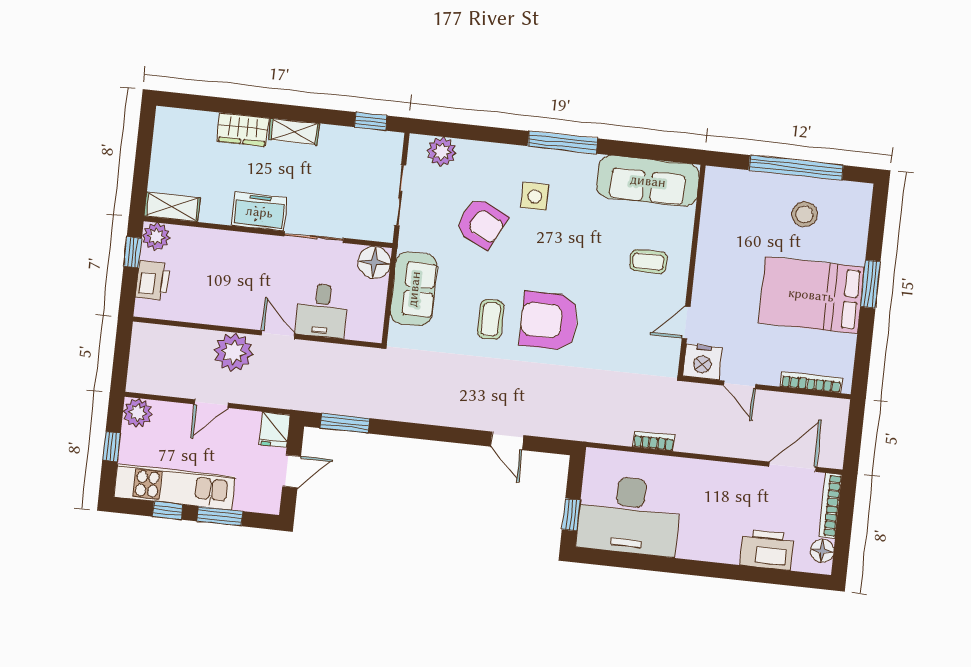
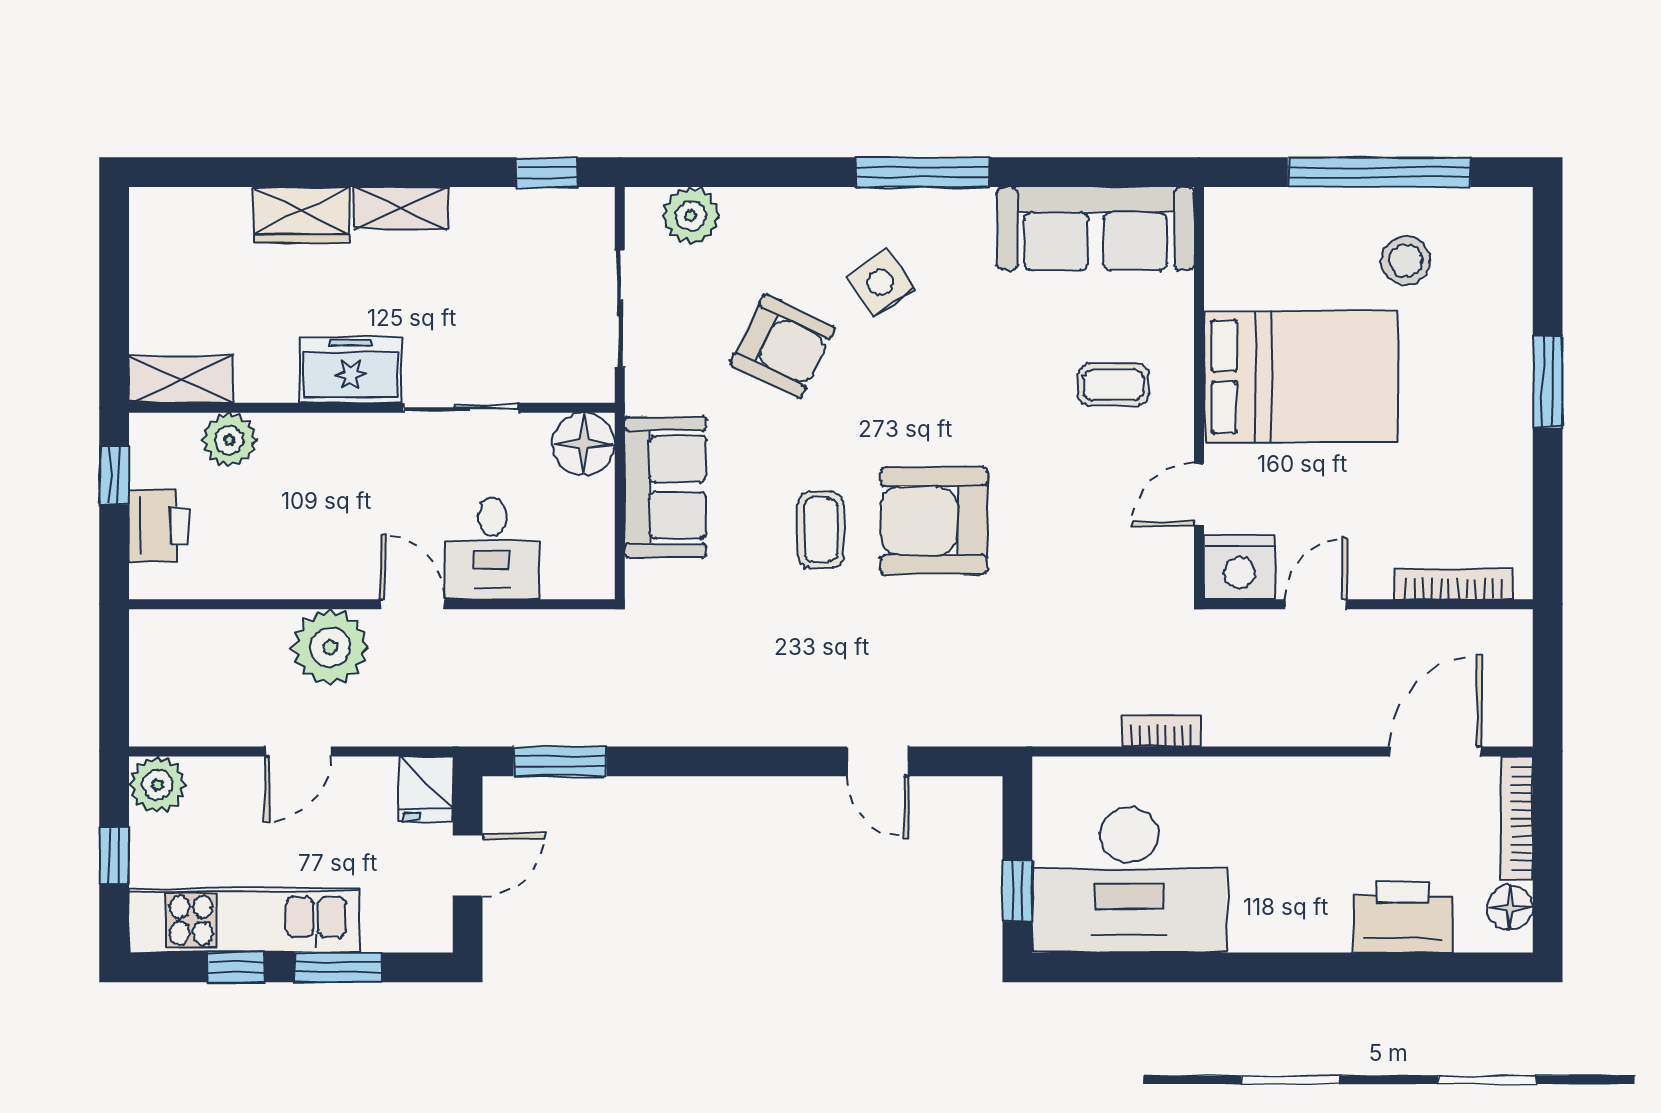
side table: (535, 196) -> (880, 283), turned -34
plant: (156, 237) -> (229, 440), moved
bed: (811, 295) -> (1301, 377), moved, turned 180
door: (740, 385) -> (1316, 604), swing flipped

